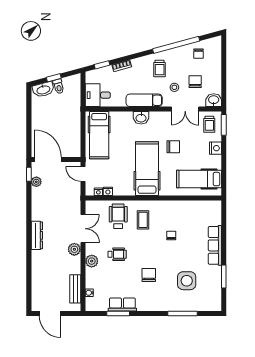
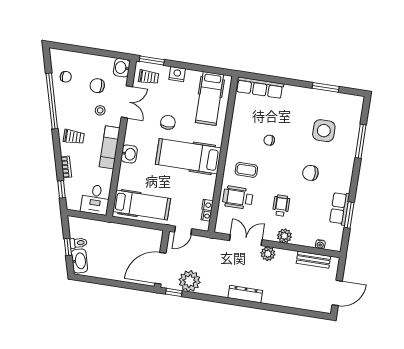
trolley: (160, 69) -> (74, 137), moved
plant: (36, 182) -> (190, 281), width x1.87, depth x1.87
row of seats: (215, 245) -> (260, 88), moved

